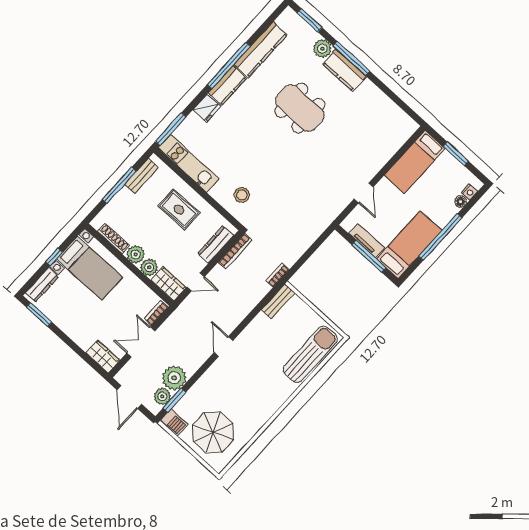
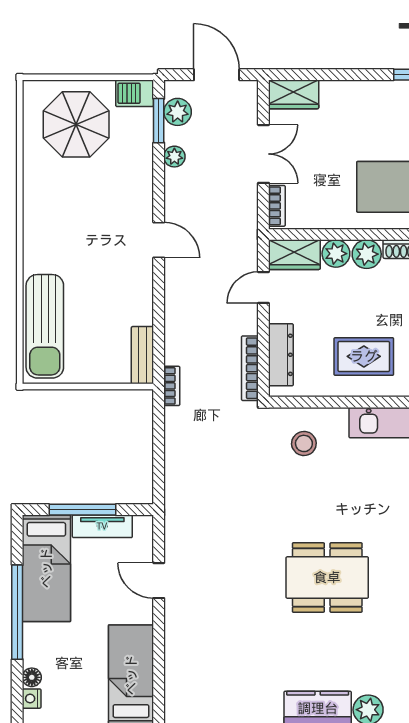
dining table: (300, 108) -> (327, 577), moved
plant: (174, 378) -> (174, 157), width x0.53, depth x0.53

